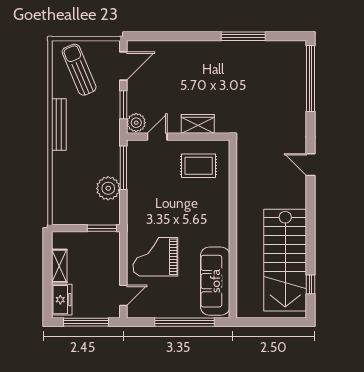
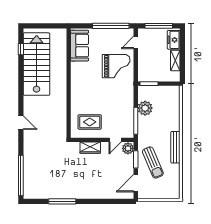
sun lounger: (79, 70) -> (153, 163), moved
sofa: (215, 281) -> (79, 46), width x0.73
window: (184, 322) -> (111, 26), moved

